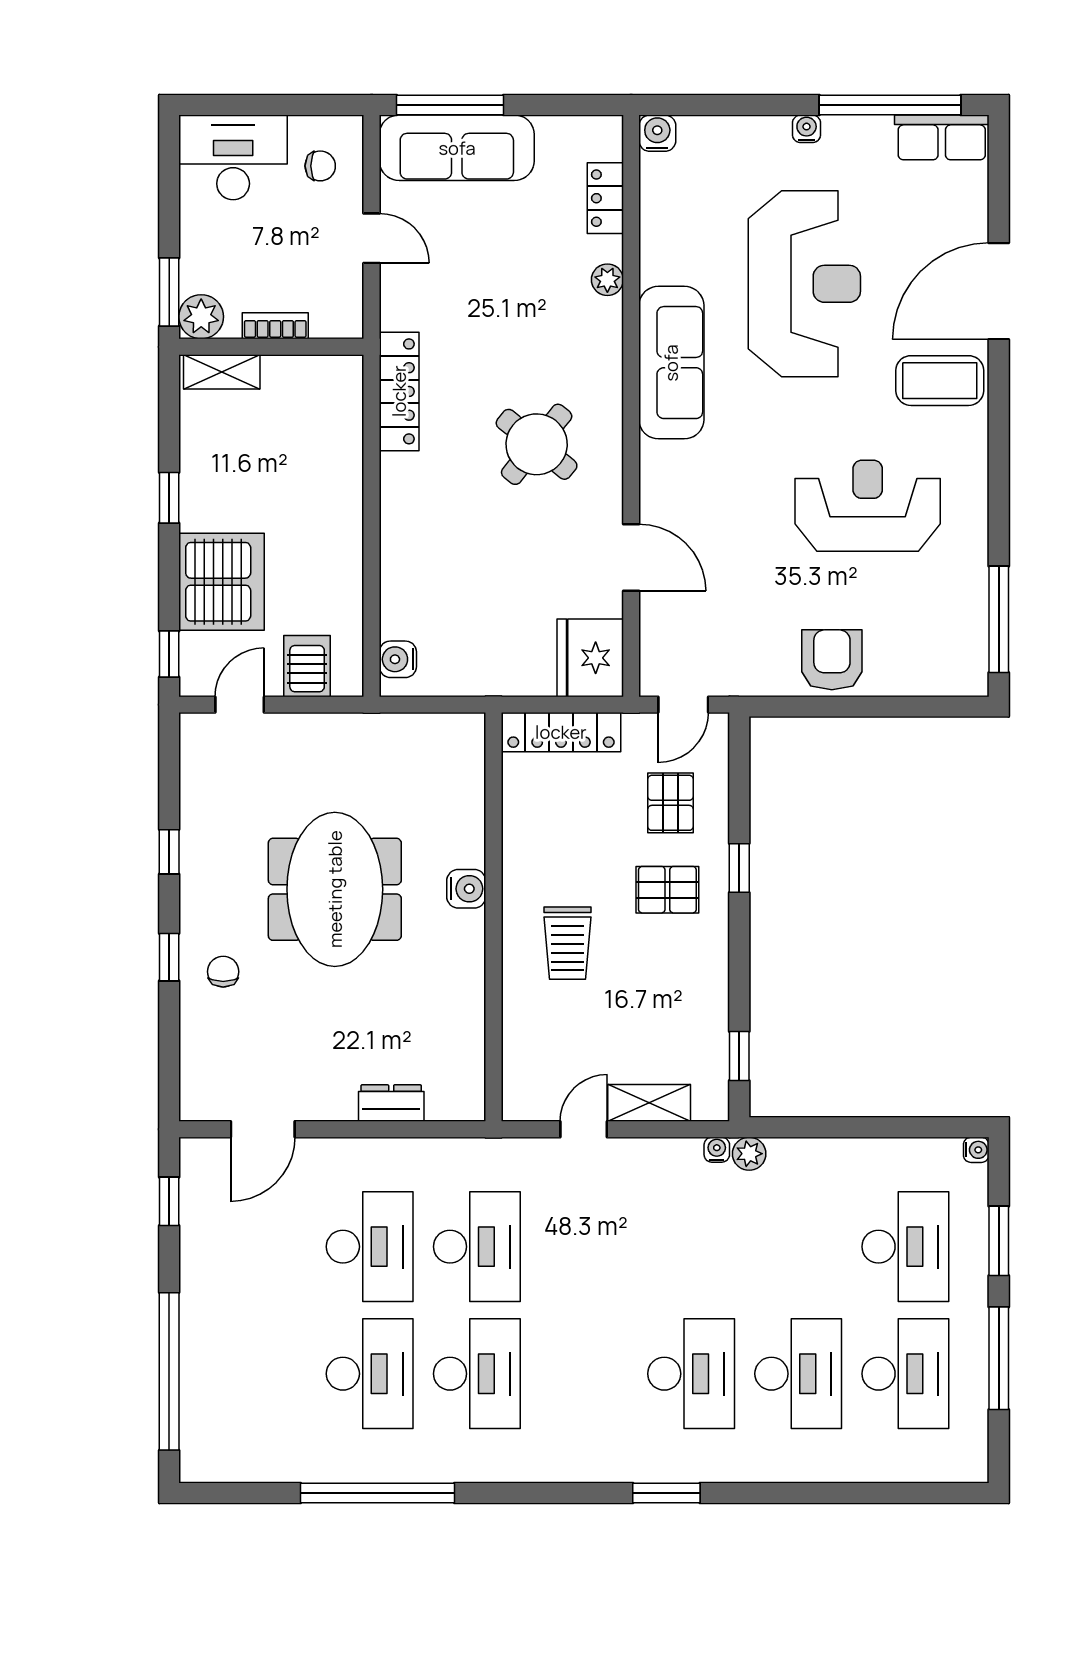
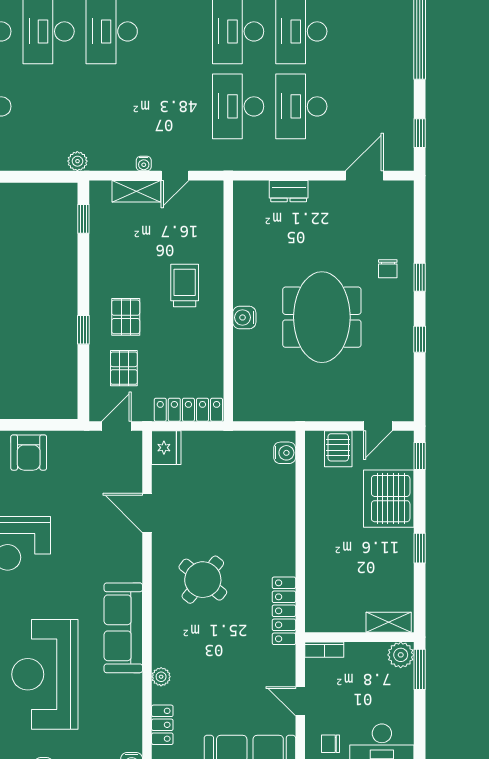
bookcase: (275, 326) -> (324, 650), moved
fridge: (590, 658) -> (166, 448), width x0.73, depth x0.75
pallet: (667, 890) -> (126, 317), turned 90
water cooler: (717, 1150) -> (144, 164), moved

